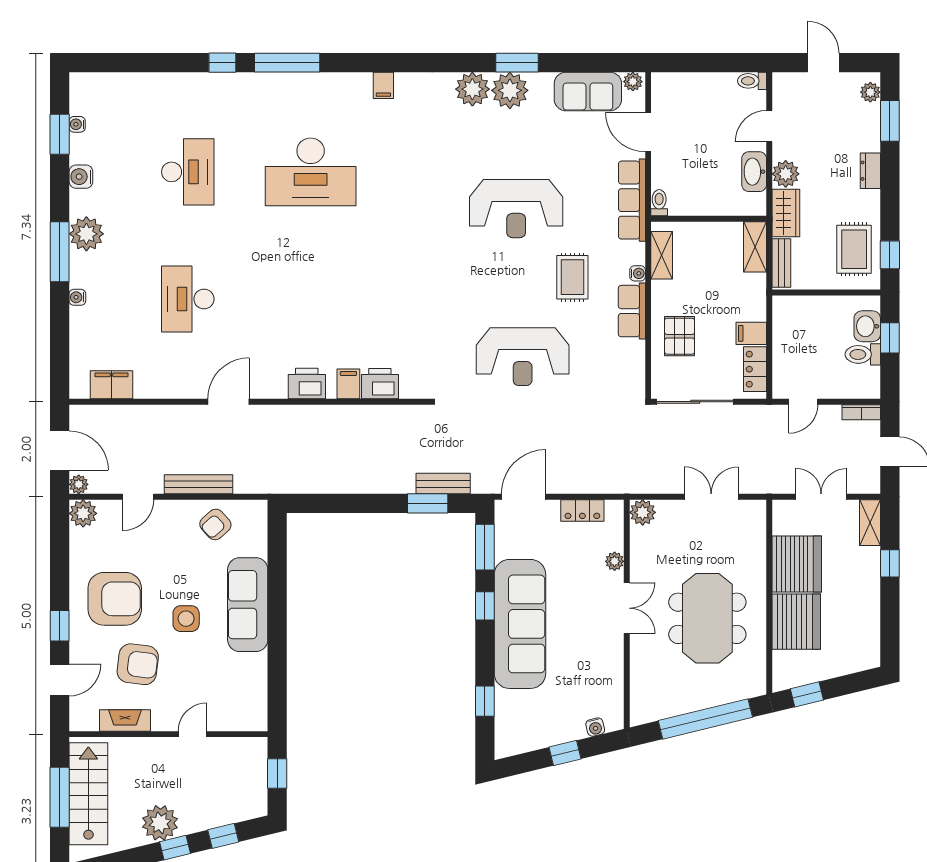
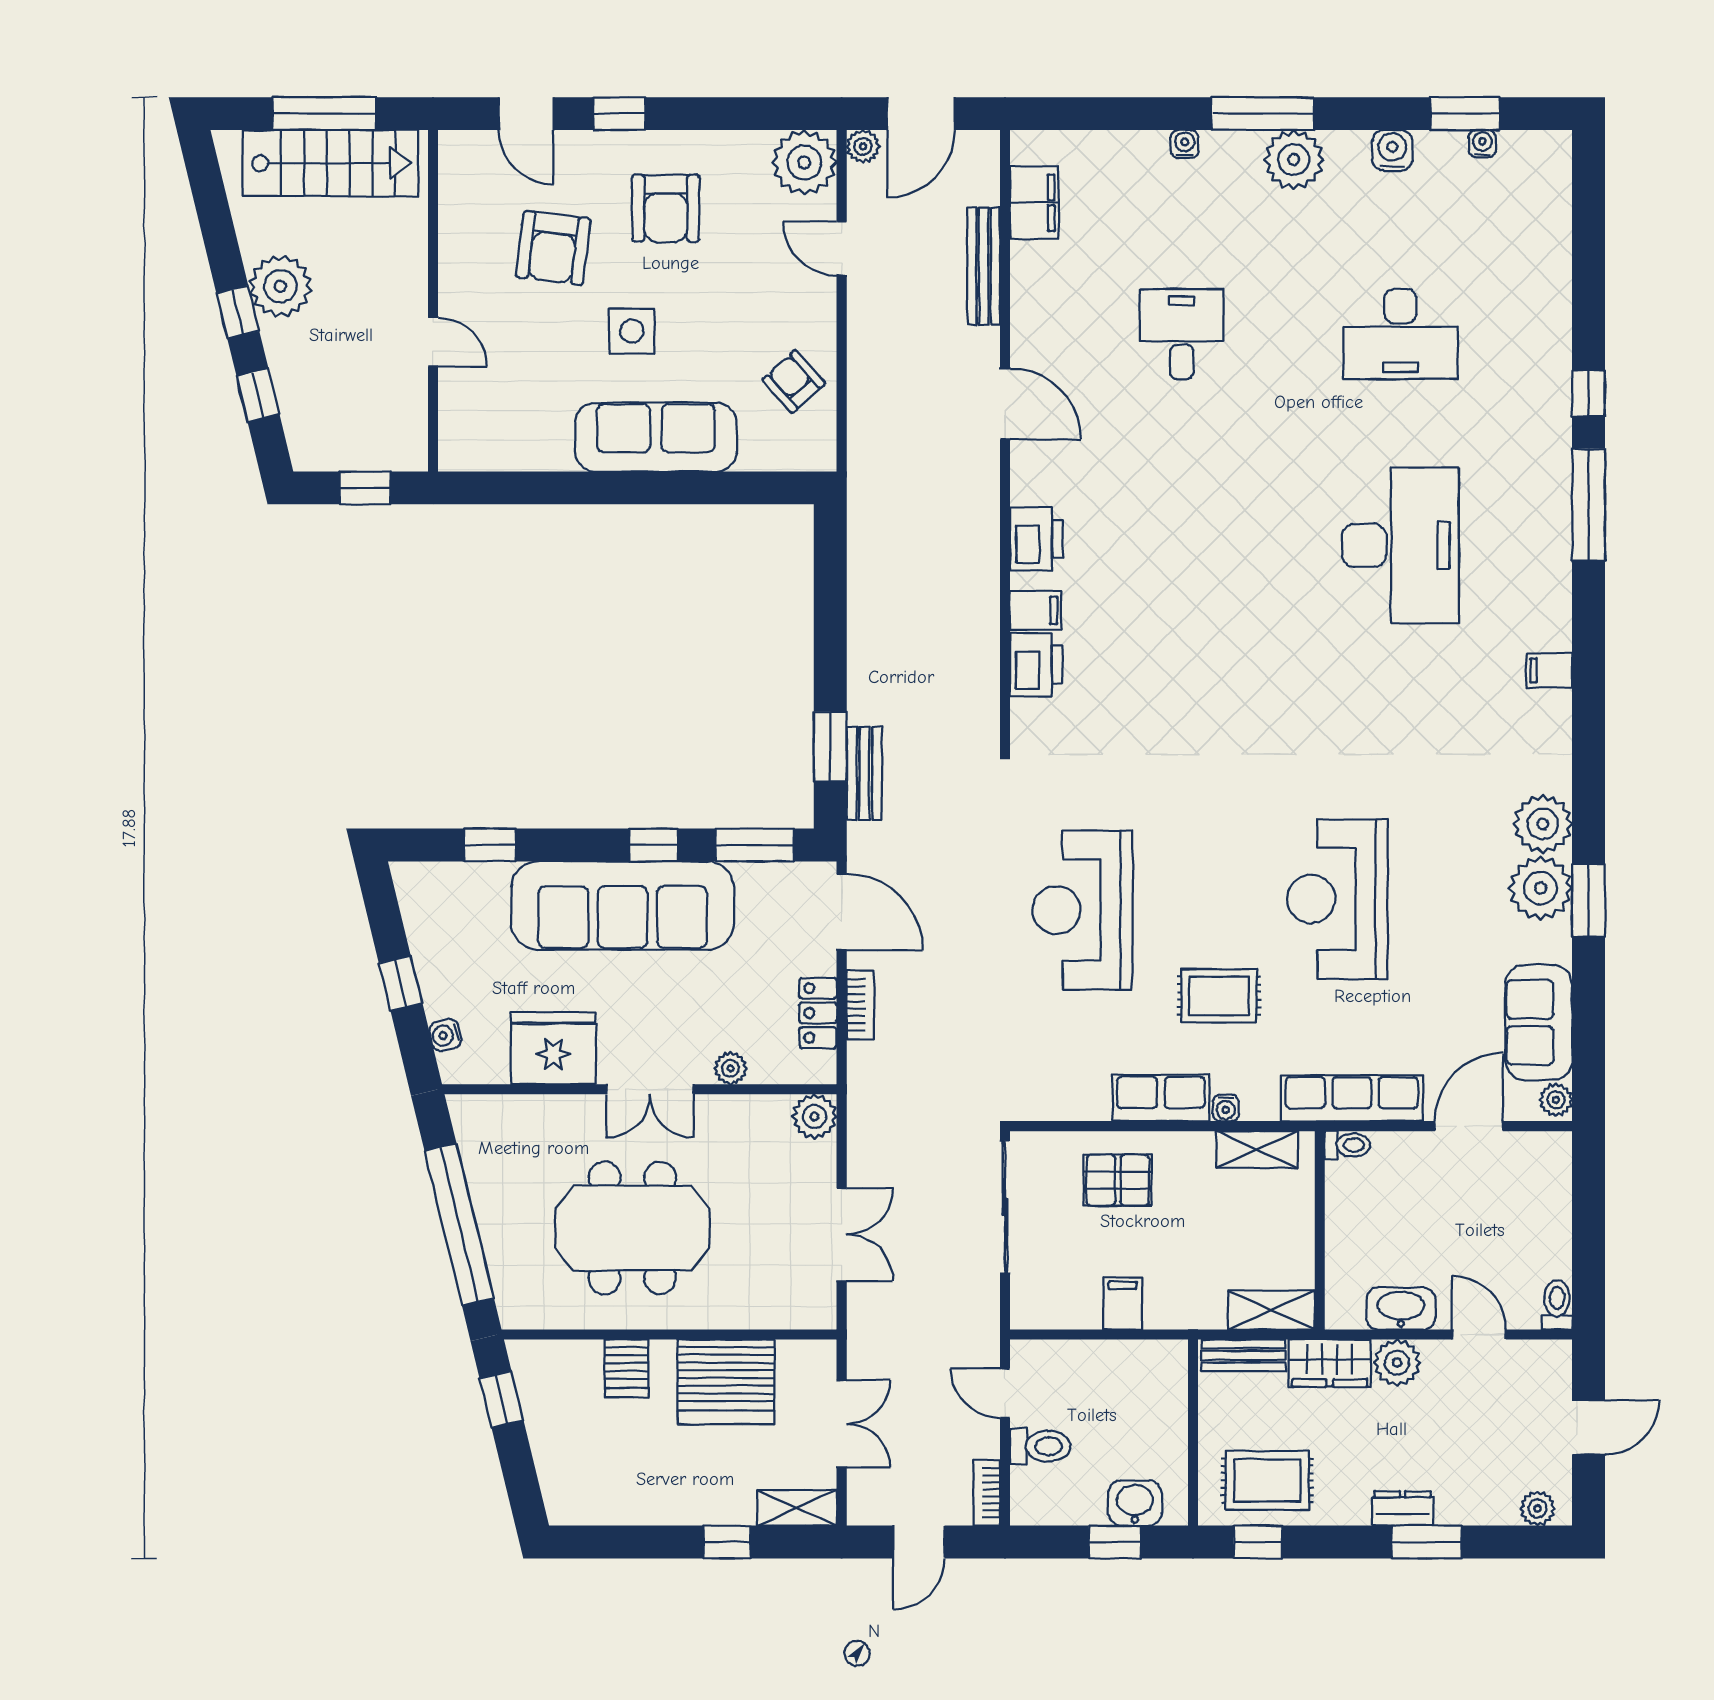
window: (890, 121) -> (1426, 1542), moved
desk: (311, 172) -> (1400, 545), turned 180
desk: (188, 299) -> (1182, 334), width x0.73
toilet: (863, 354) -> (1040, 1446), moved, turned 90
locker: (755, 369) -> (1061, 1310), removed
bench: (199, 484) -> (984, 266), moved
bookcase: (578, 486) -> (860, 1005), added
plant: (83, 513) -> (804, 162), width x1.36, depth x1.36
armchair: (115, 599) -> (666, 208), width x0.73, depth x0.73
server rack: (796, 622) -> (627, 1368), width x0.46, depth x0.70
fridge: (603, 664) -> (553, 1048), added
fireplace: (125, 720) -> (457, 226), removed

